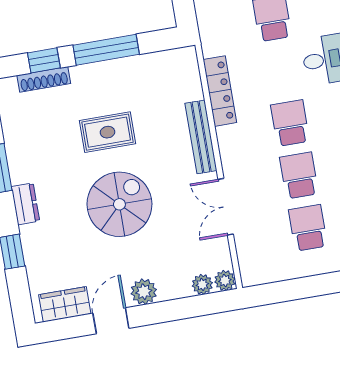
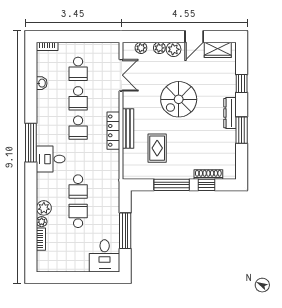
locker: (220, 91) -> (113, 131), moved
rug: (108, 132) -> (157, 148), moved, turned 90
dresser: (25, 204) -> (230, 113), width x1.44
double door: (226, 207) -> (121, 75), moved
plant: (225, 280) -> (159, 48), moved

